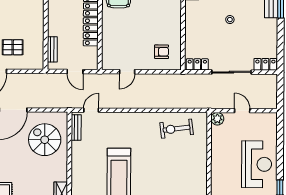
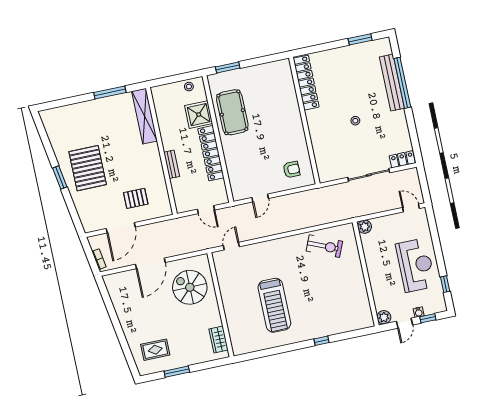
bench: (52, 49) -> (172, 164), moved
locker: (197, 64) -> (332, 175), removed
door: (242, 111) -> (411, 208), moved
bench: (76, 128) -> (220, 268), removed
exercise bike: (177, 129) -> (324, 246), turned -150

